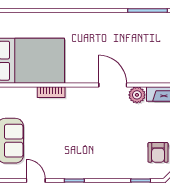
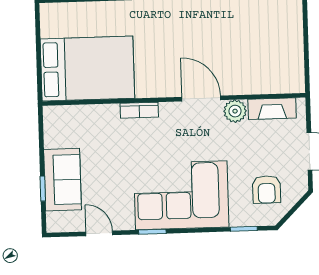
bookcase: (51, 92) -> (139, 110), moved
corner sofa: (96, 155) -> (181, 195), added

